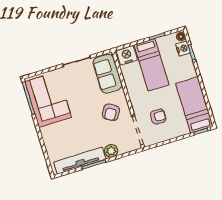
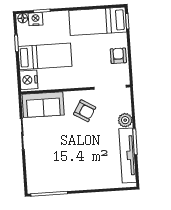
corner sofa: (48, 100) -> (55, 173), removed
armchair: (158, 117) -> (118, 56), moved

